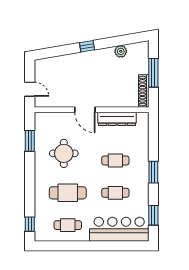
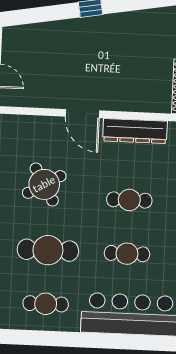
plant: (121, 51) -> (146, 19), removed
round table: (64, 153) -> (44, 184), turned -30

